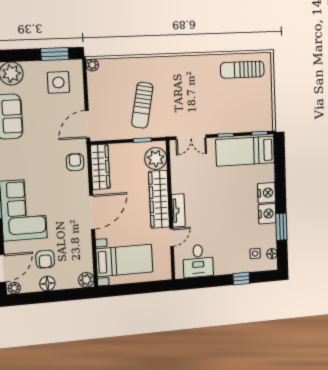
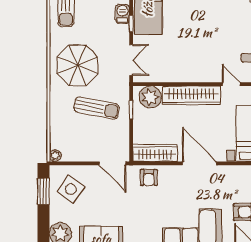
side table: (58, 82) -> (71, 189), turned 36
parasol: (184, 84) -> (77, 65), added
barbecue: (235, 126) -> (122, 14), added
armchair: (75, 162) -> (149, 177), turned -90
tv unit: (178, 210) -> (204, 76), removed

